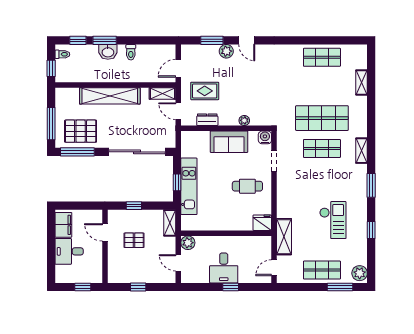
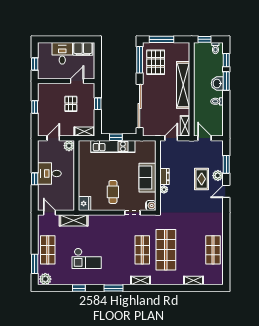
rug: (205, 91) -> (202, 179), moved
dresser: (207, 120) -> (165, 176), moved

